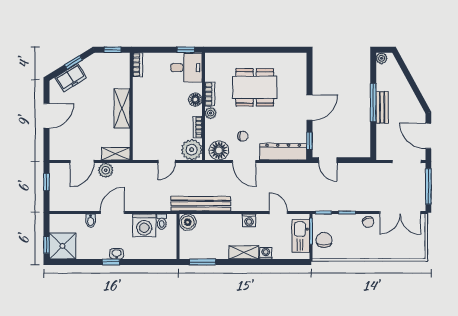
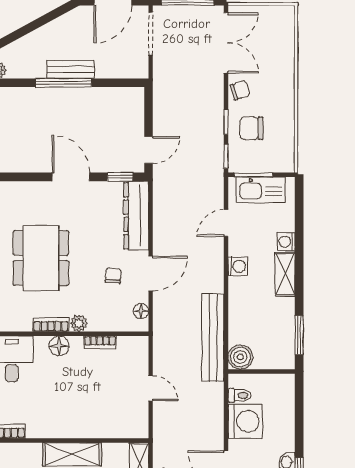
plant: (192, 150) -> (133, 351), removed
floor lamp: (219, 150) -> (141, 311), width x0.53, depth x0.53
chair: (324, 240) -> (251, 128), moved

